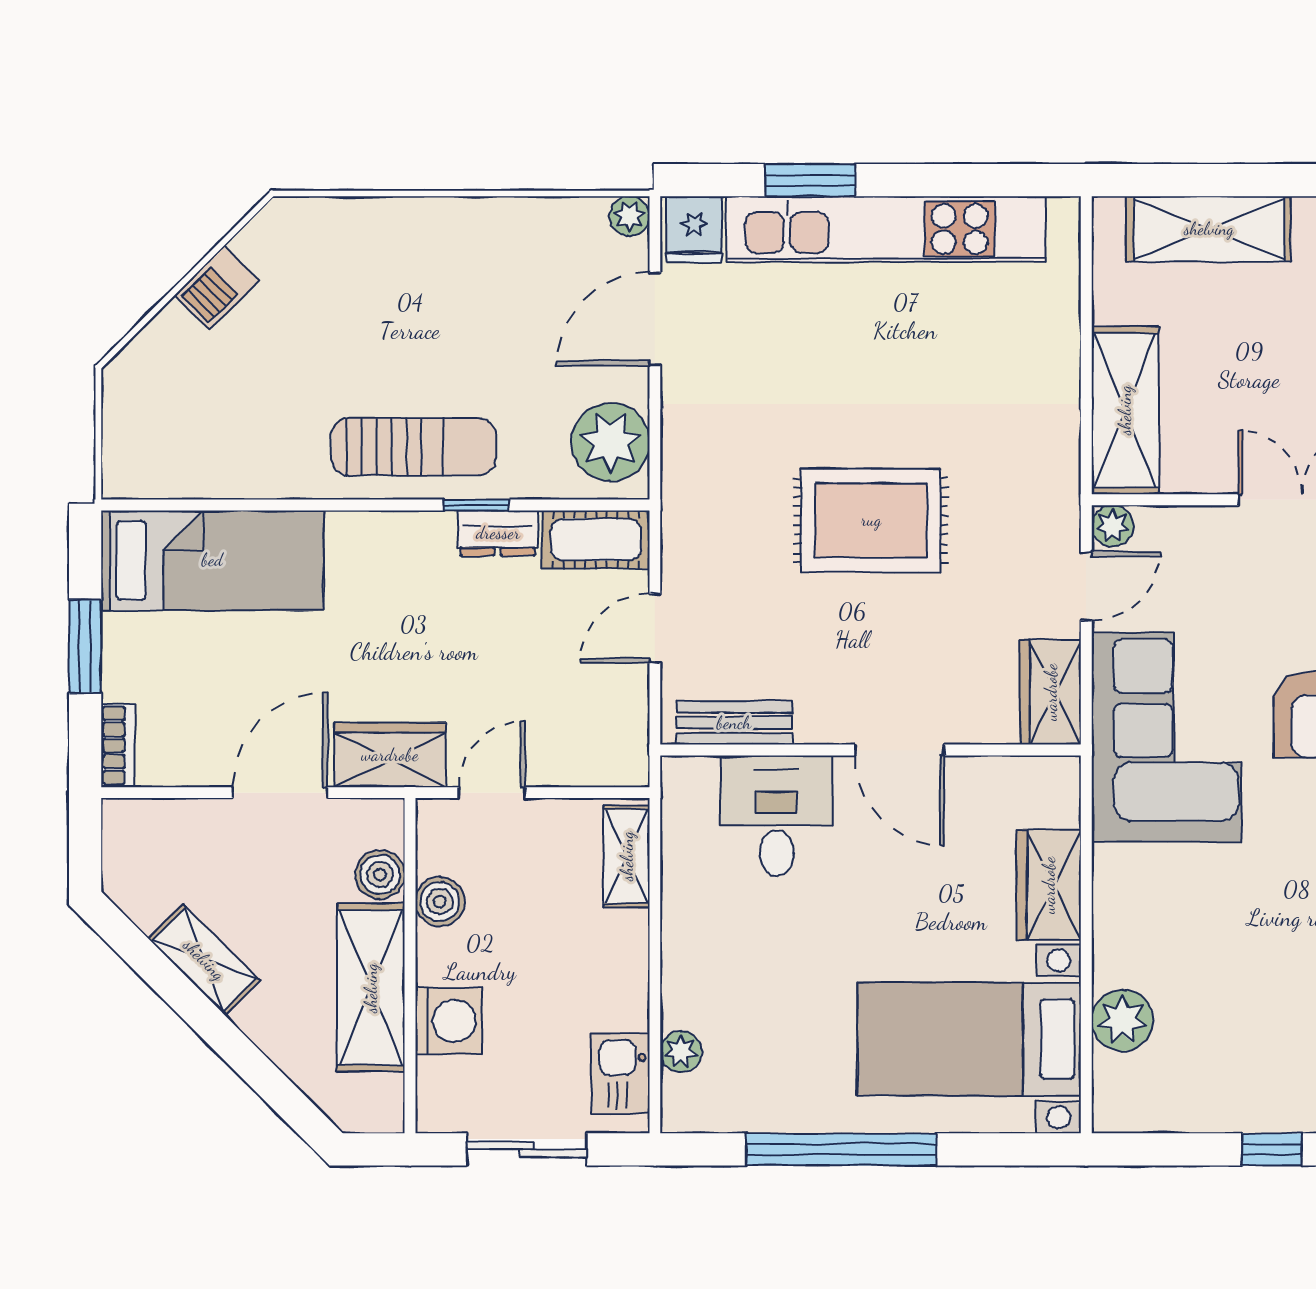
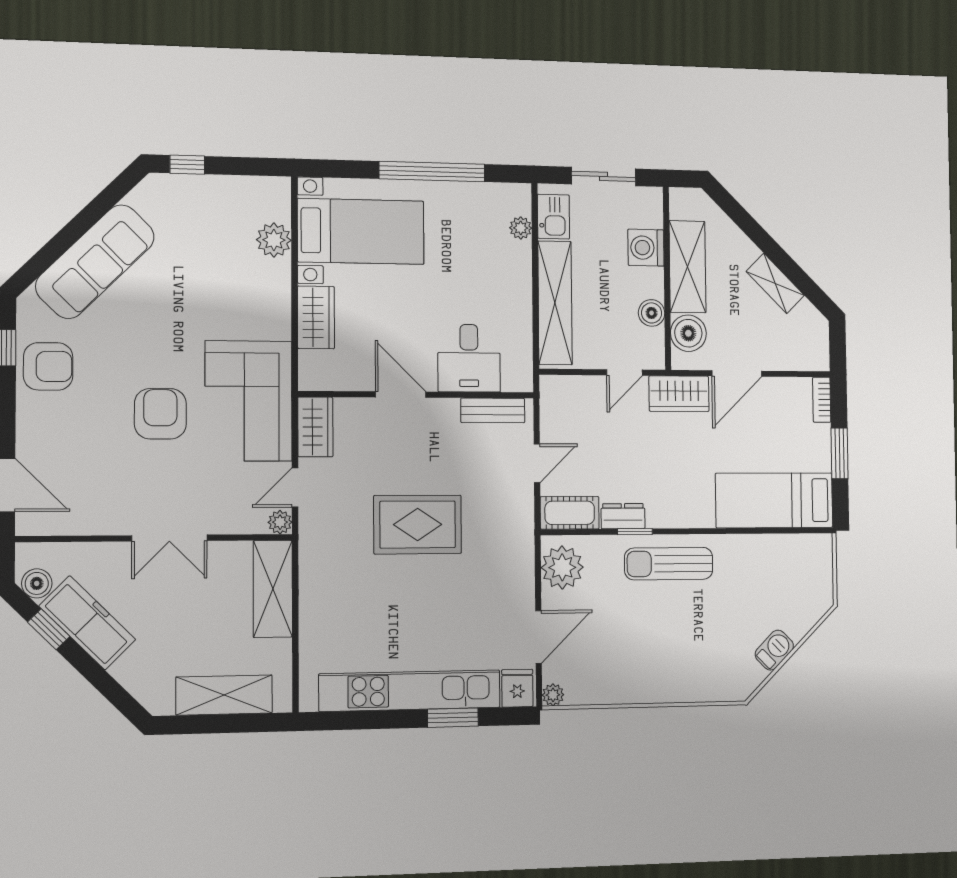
shelving: (627, 856) -> (555, 303), width x2.20, depth x1.33
boiler: (380, 874) -> (688, 333), width x1.36, depth x1.36

